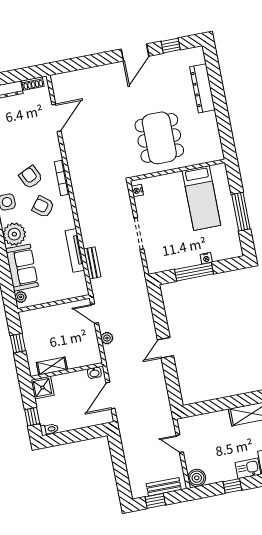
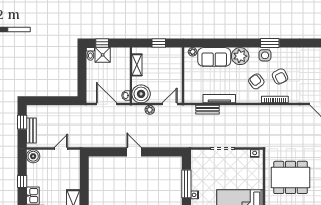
armchair: (31, 177) -> (280, 76), turned 89
armchair: (43, 207) -> (256, 81), turned -75
boiler: (88, 353) -> (141, 94), added
shower: (42, 388) -> (103, 55), moved

